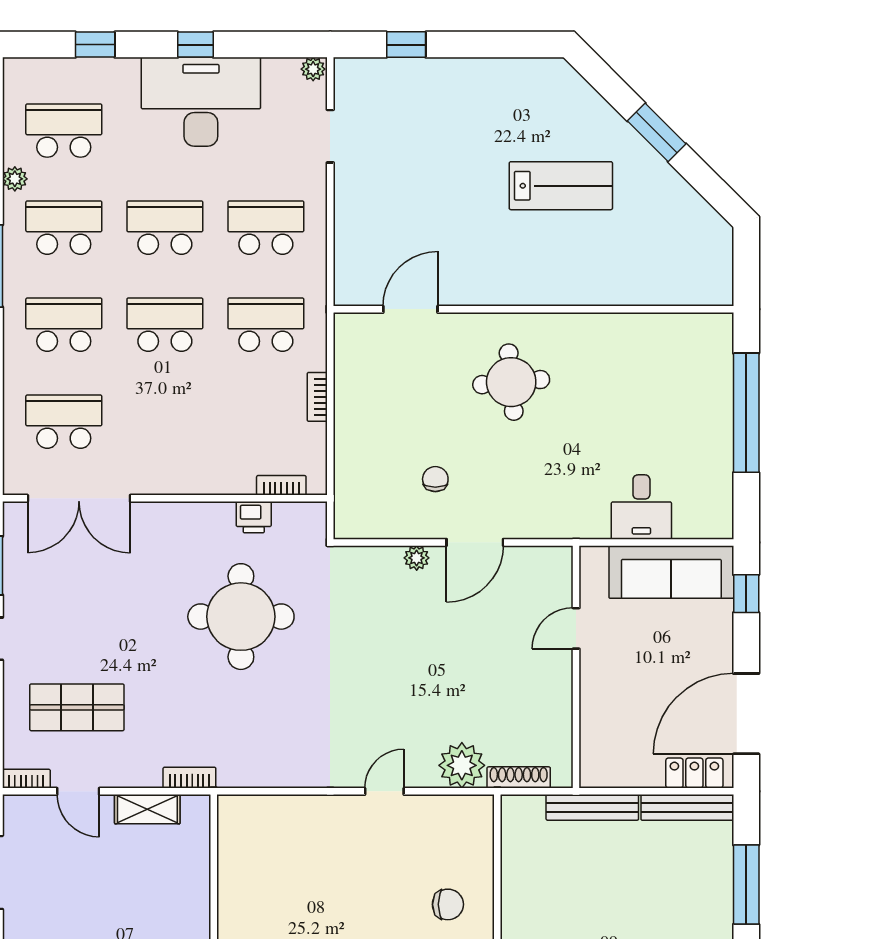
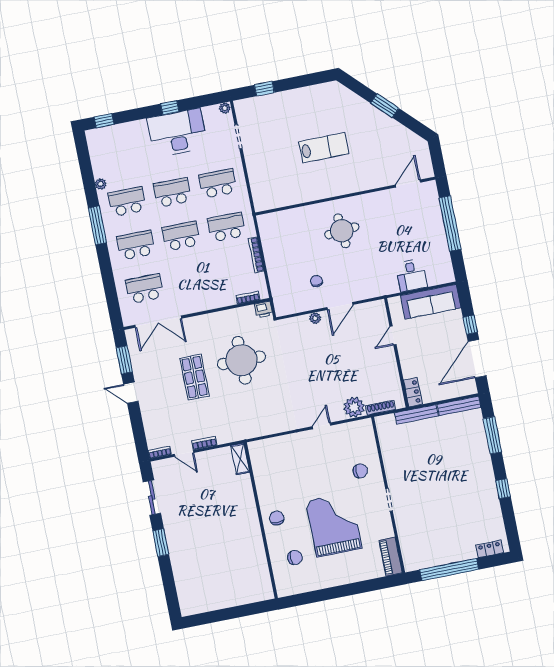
window: (95, 45) -> (104, 121), moved
school desk: (64, 131) -> (118, 158), removed
lab bench: (561, 186) -> (324, 148), moved
door: (410, 309) -> (408, 184), moved
bookcase: (317, 397) -> (256, 255), width x1.56
printer: (254, 517) -> (263, 309), moved
window: (746, 594) -> (470, 325), moved
shop shelf: (77, 707) -> (195, 377), moved, turned 90
locker: (694, 773) -> (413, 392), moved, turned 90
bookcase: (189, 778) -> (204, 443), moved
shelving: (147, 809) -> (240, 459), moved, turned 90

